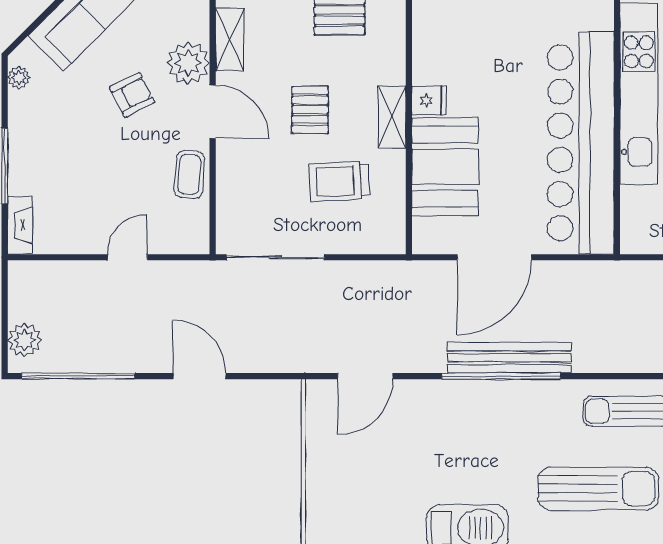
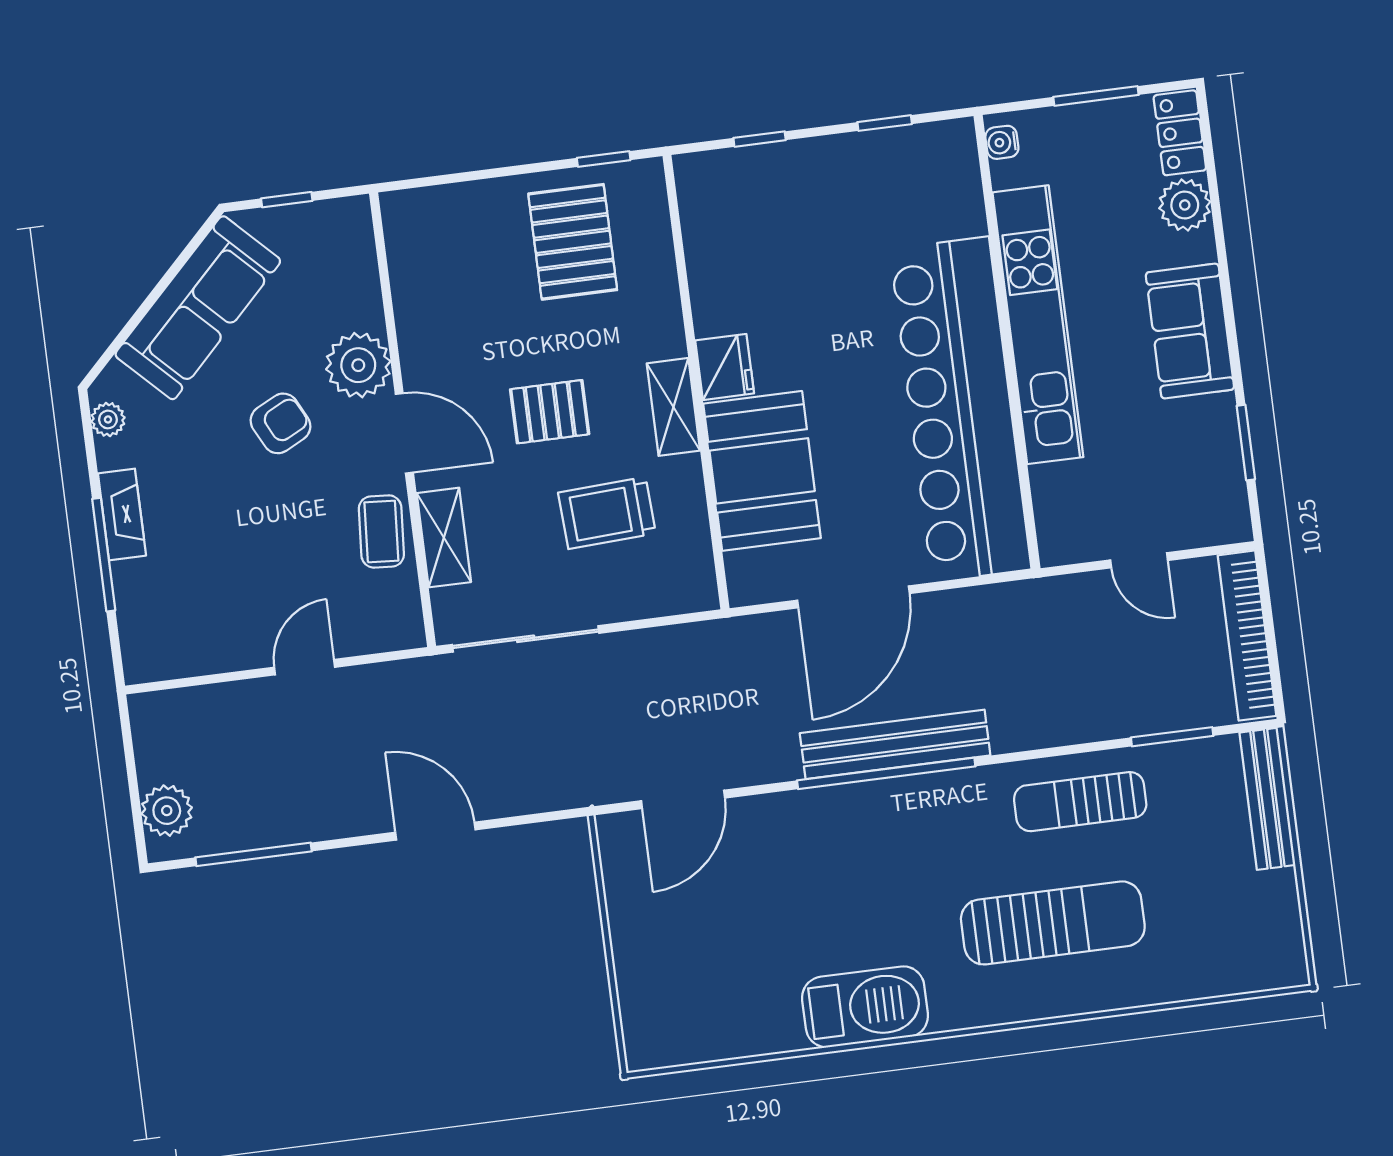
shelving: (230, 39) -> (444, 538), moved
fridge: (429, 101) -> (725, 367), width x1.38
pallet: (310, 110) -> (550, 412), turned 90
fireplace: (20, 225) -> (122, 514), moved
window: (78, 376) -> (254, 854), width x0.68

